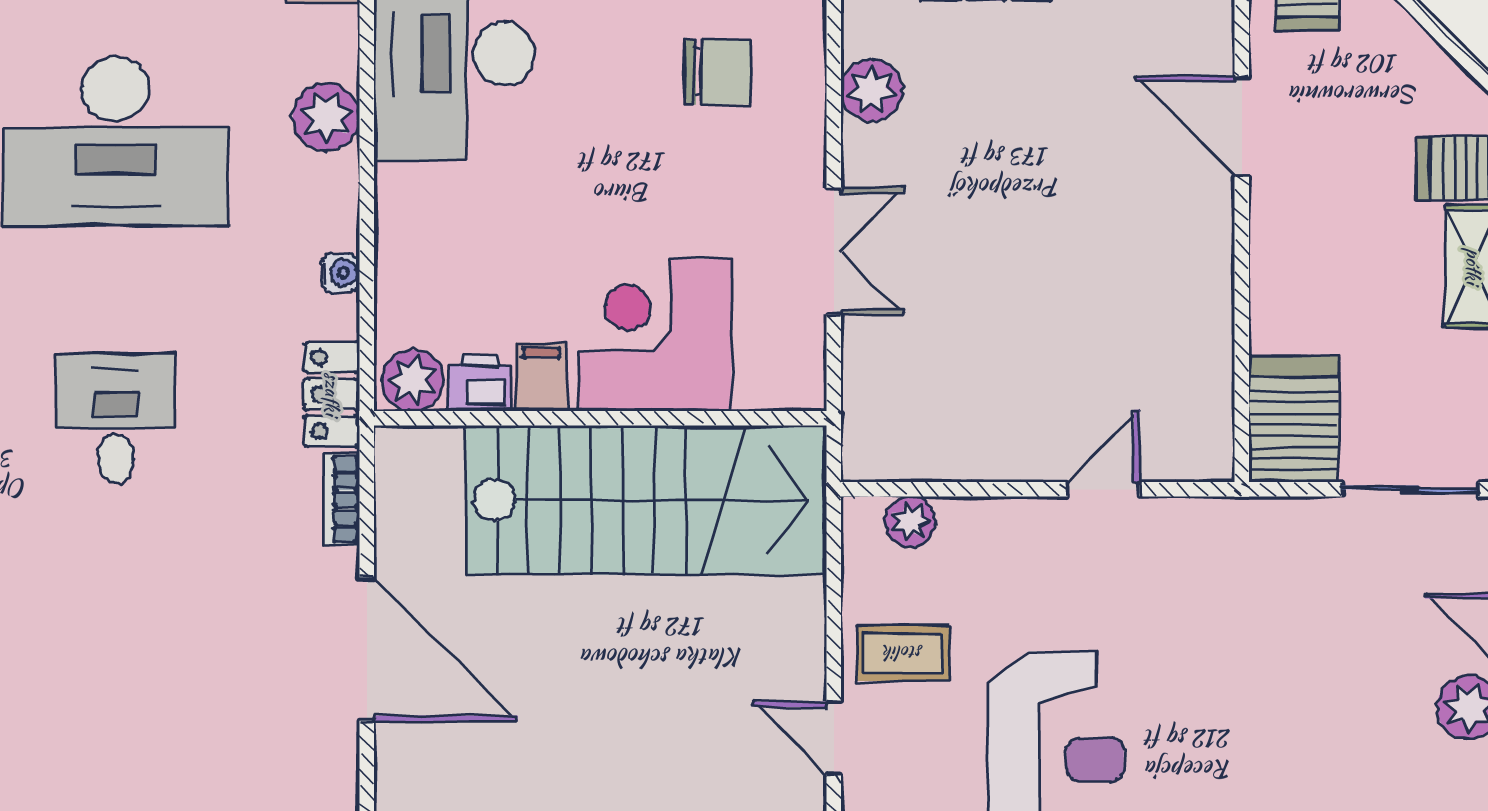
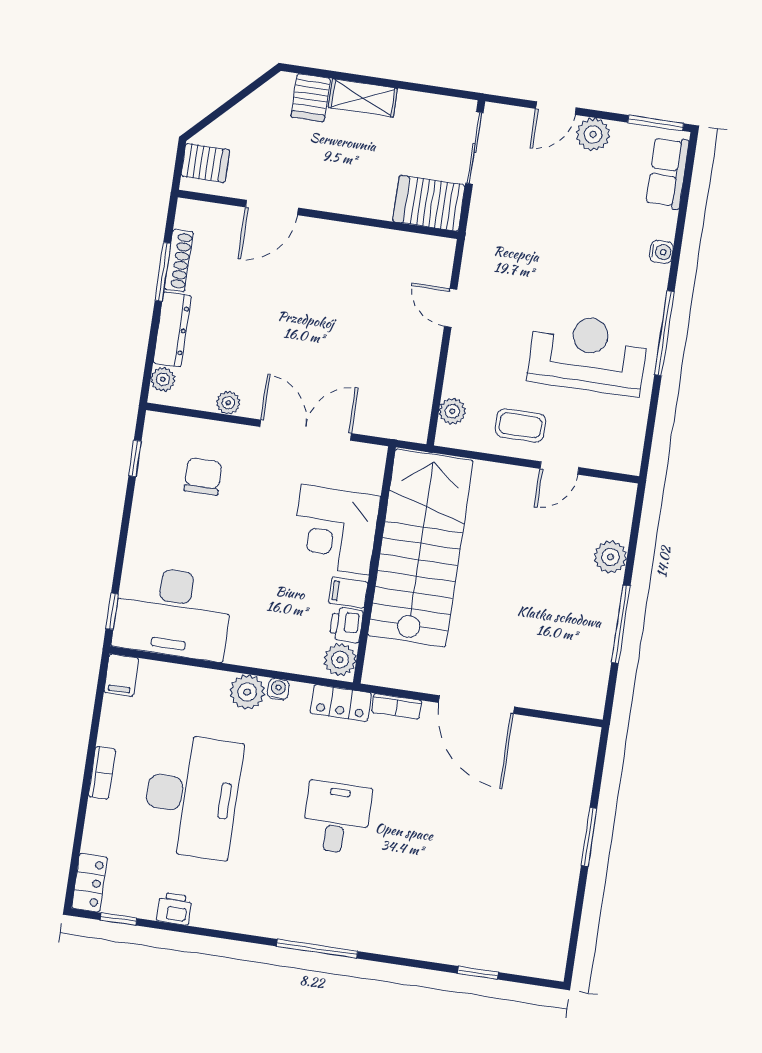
plant: (872, 90) -> (228, 403), width x0.73, depth x0.73
plant: (326, 117) -> (247, 692), moved
double door: (834, 251) -> (306, 430), width x1.37
desk: (116, 418) -> (337, 818), turned 90
door: (367, 649) -> (477, 705), swing flipped
coffee table: (903, 653) -> (520, 425), turned 90

